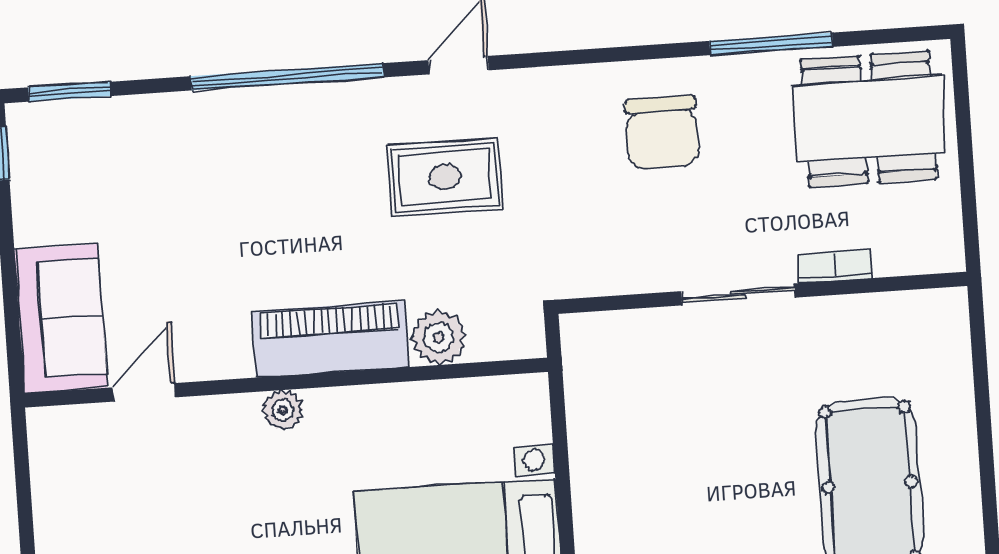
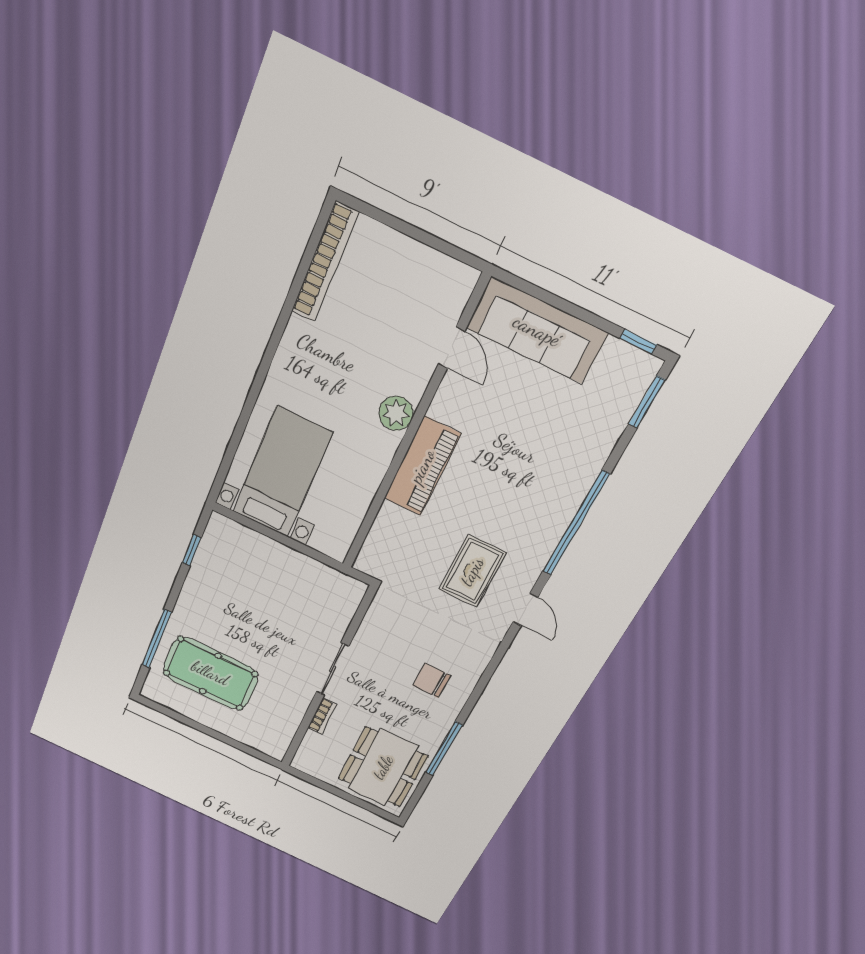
chair: (662, 132) -> (432, 681), width x0.73, depth x0.73
sofa: (61, 319) -> (537, 330), width x1.36
plant: (439, 337) -> (391, 521), removed
plant: (283, 410) -> (396, 413), width x1.38, depth x1.38

